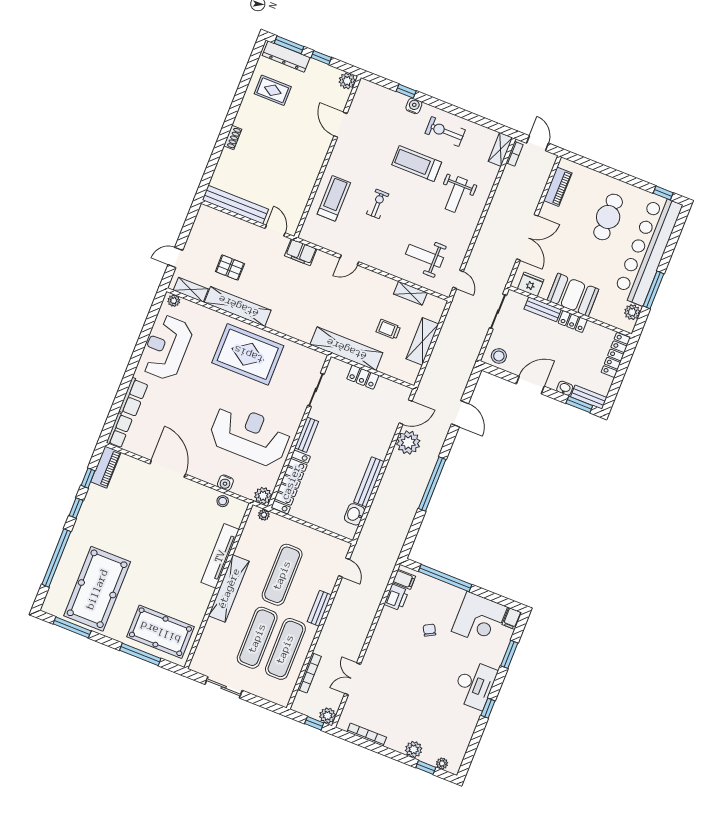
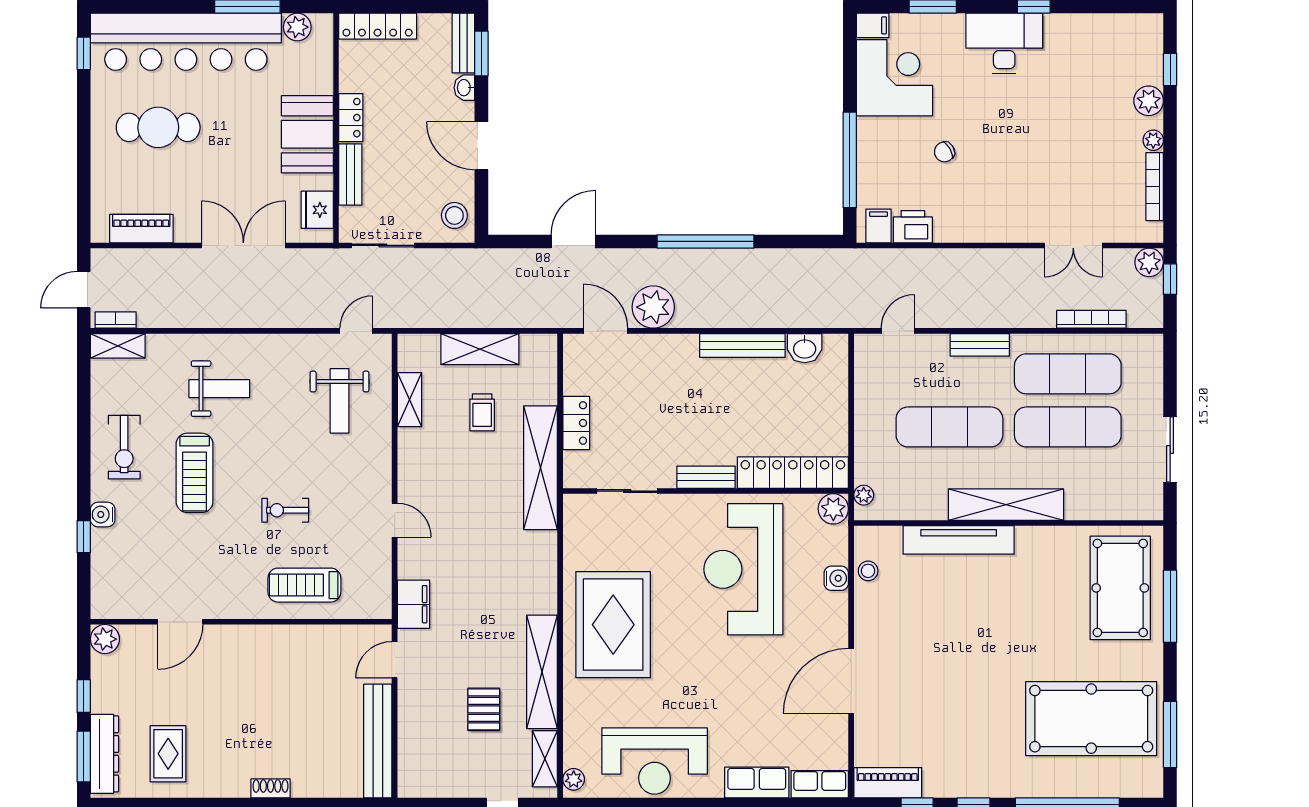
plant: (442, 763) -> (1153, 140), moved

